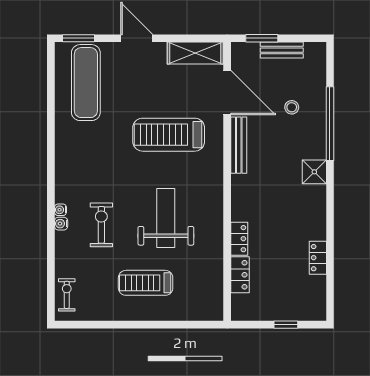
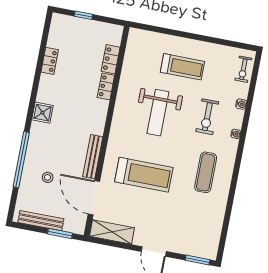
bench: (282, 50) -> (41, 221), width x1.36
exercise mat: (86, 83) -> (206, 172), moved, width x0.73, depth x0.69
shower: (314, 172) -> (42, 113), moved
water cooler: (61, 224) -> (241, 104), moved

